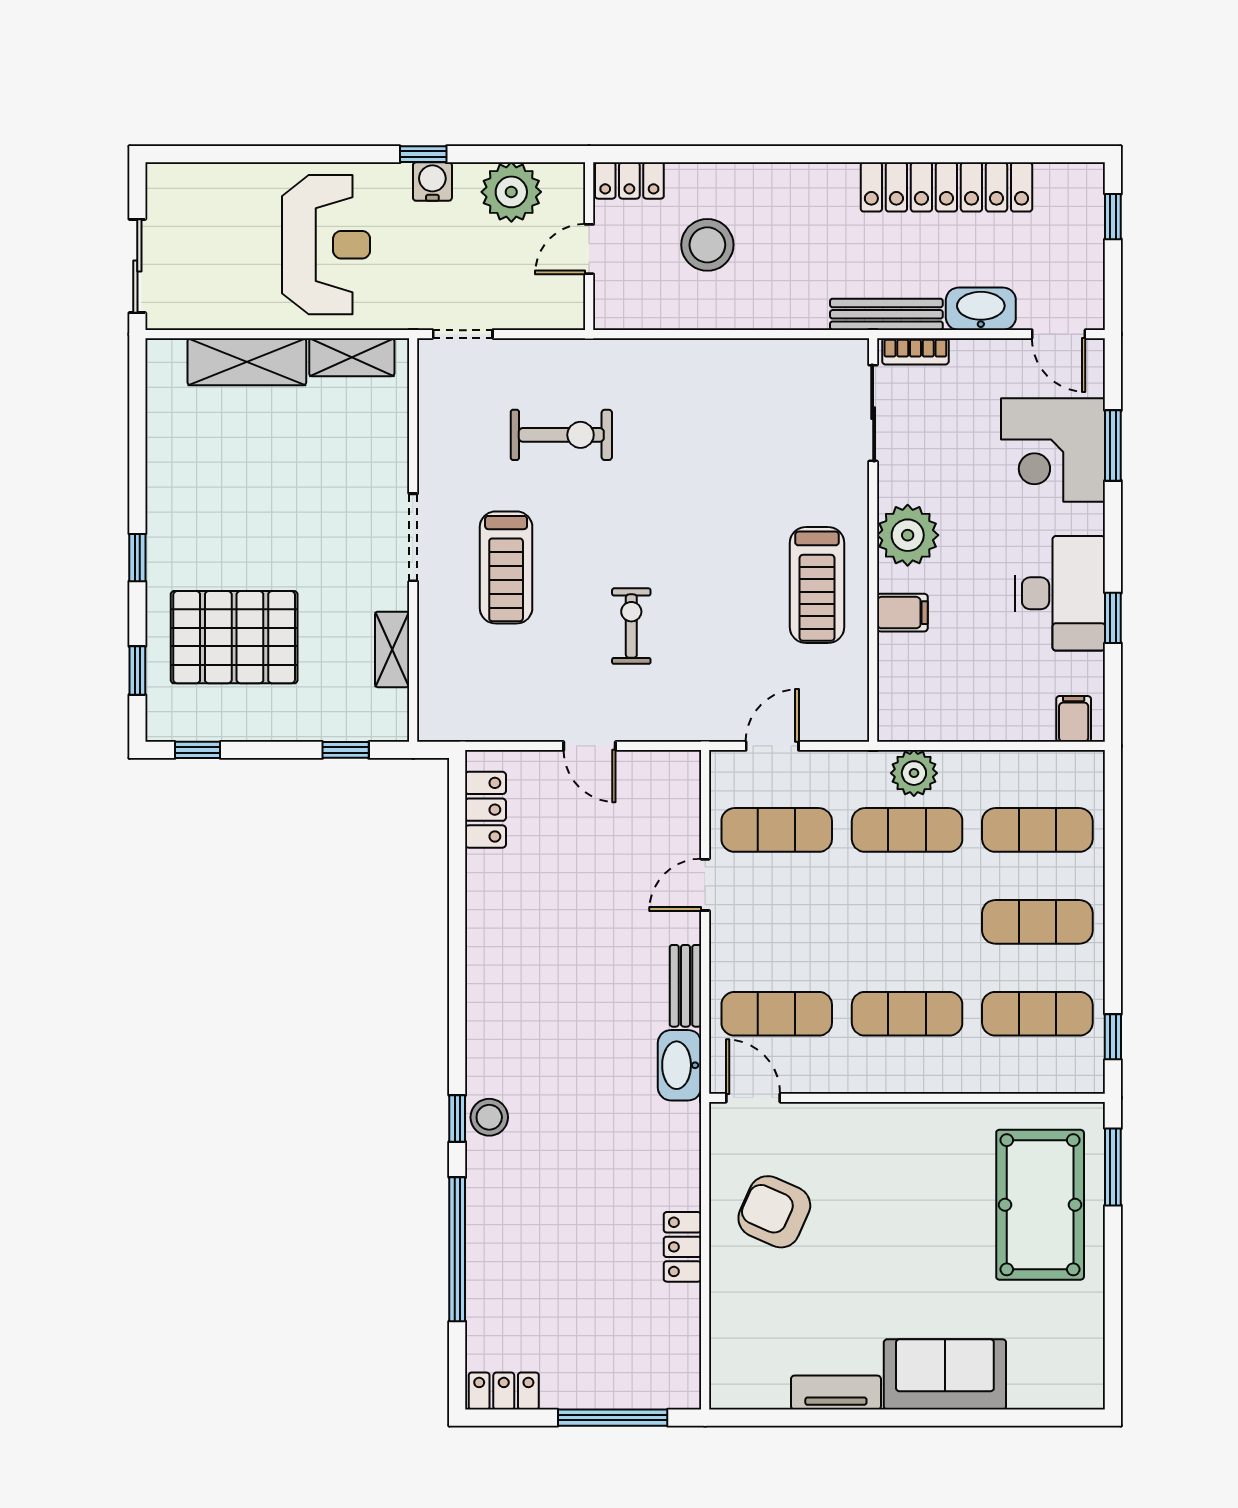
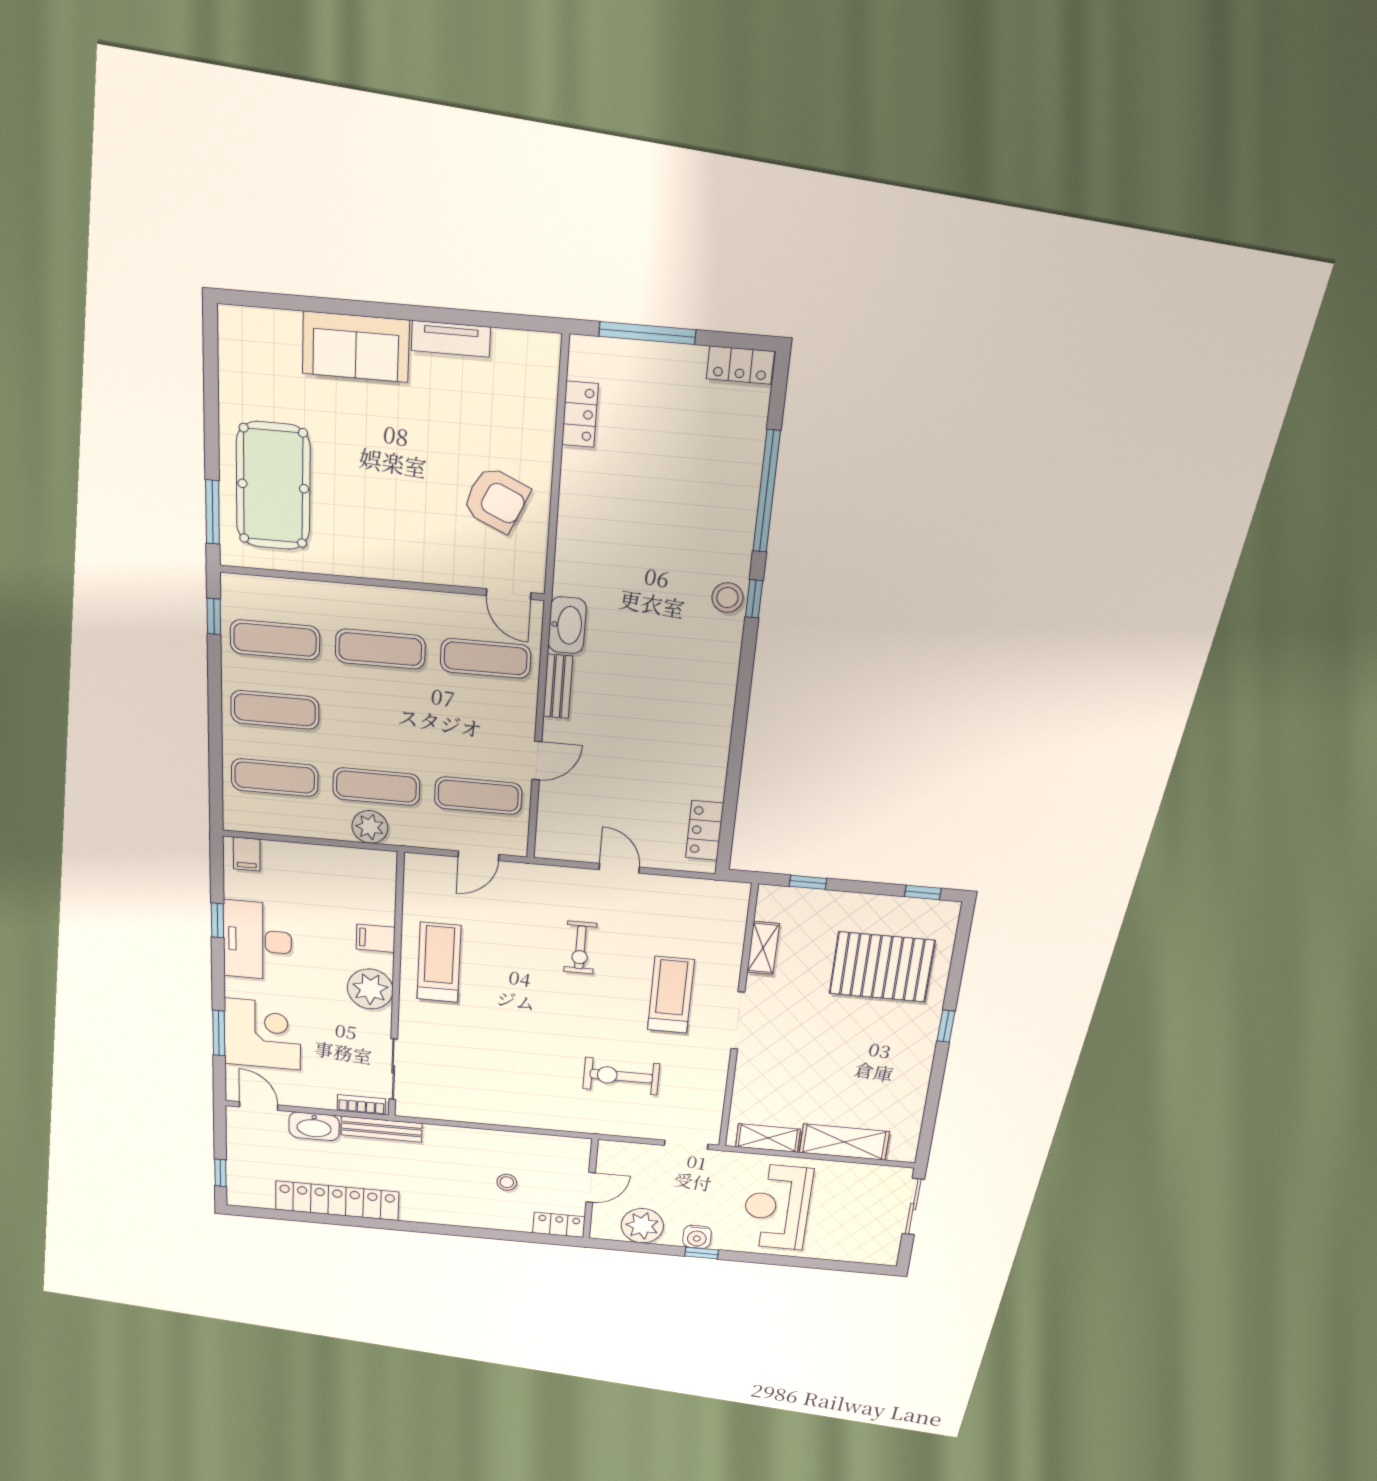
stool: (707, 245) -> (507, 1182), width x0.53, depth x0.53
window: (137, 671) -> (960, 951), removed
locker: (682, 1247) -> (580, 414), moved

